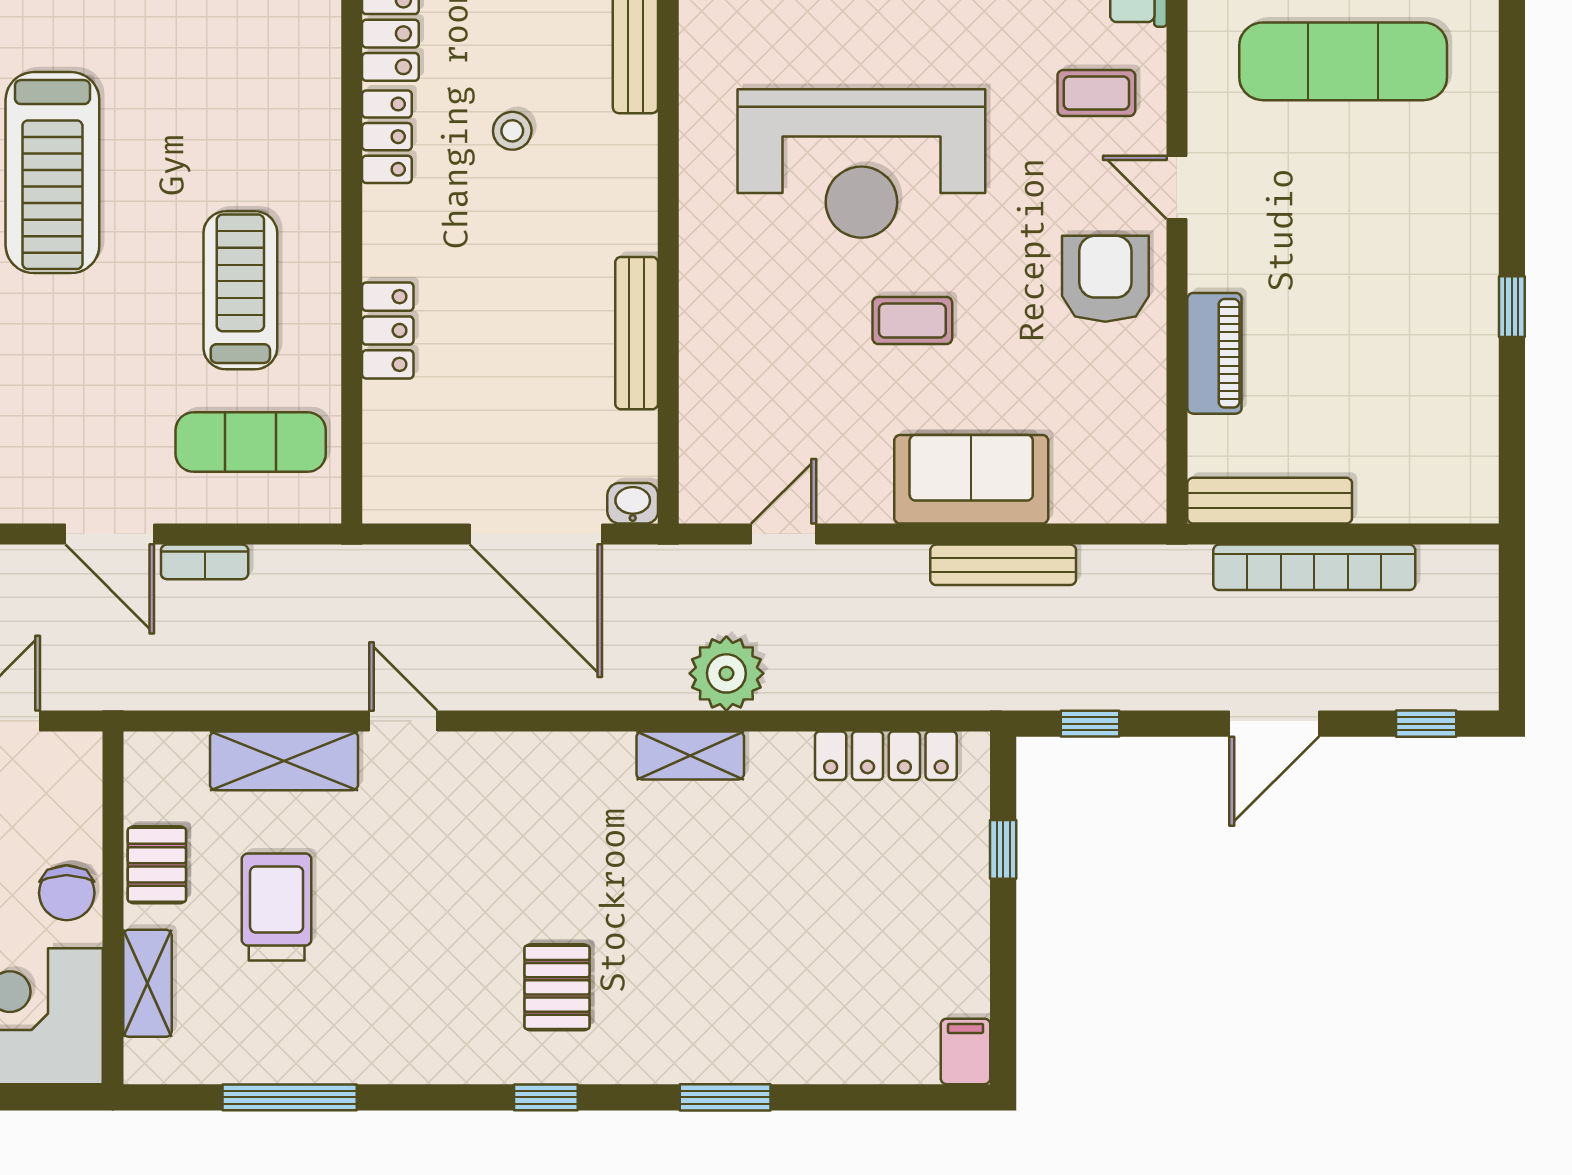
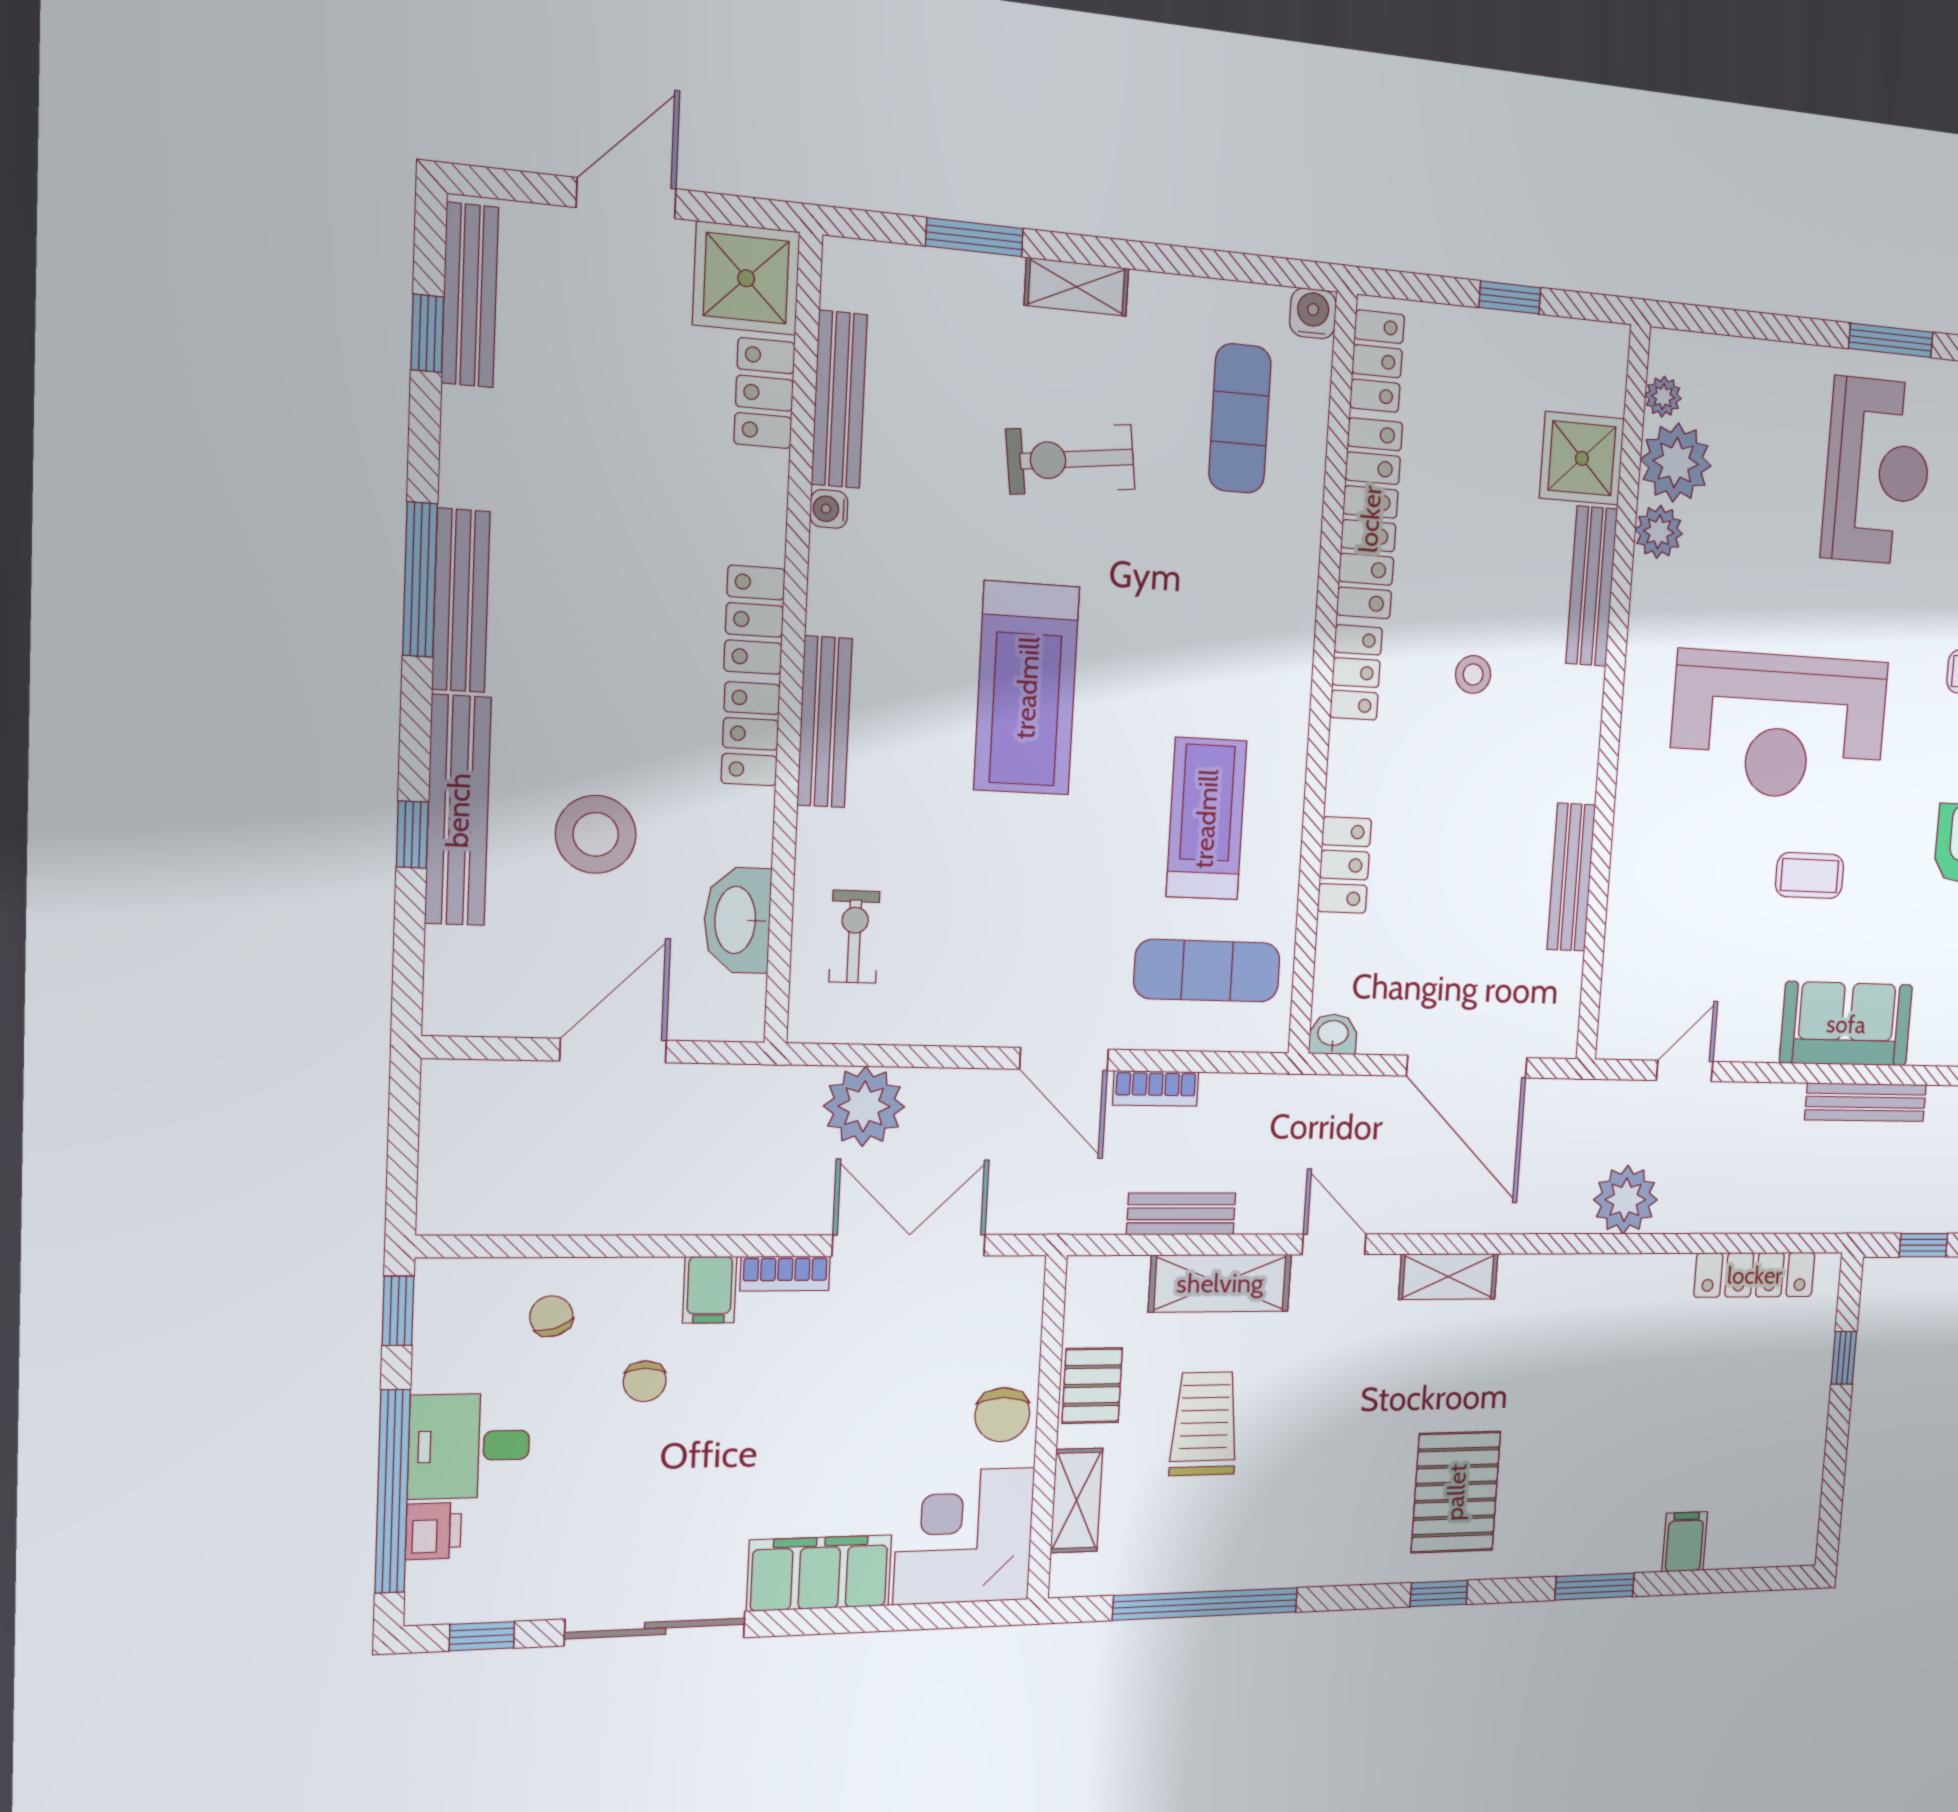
washbasin: (633, 503) -> (1333, 1034), moved
bench: (239, 689) -> (1181, 1214), added
shelving: (690, 755) -> (1448, 1277), moved
pallet: (557, 987) -> (1456, 1492), width x1.50, depth x1.42
filing cabinet: (966, 1051) -> (1685, 1542), moved
window: (290, 1097) -> (1206, 1604), width x1.46

